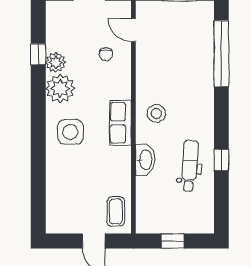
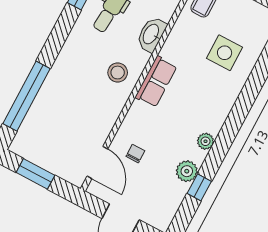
door: (133, 30) -> (97, 163), width x1.38
plant: (60, 88) -> (205, 141), width x0.53, depth x0.53
side table: (70, 132) -> (225, 53), moved

